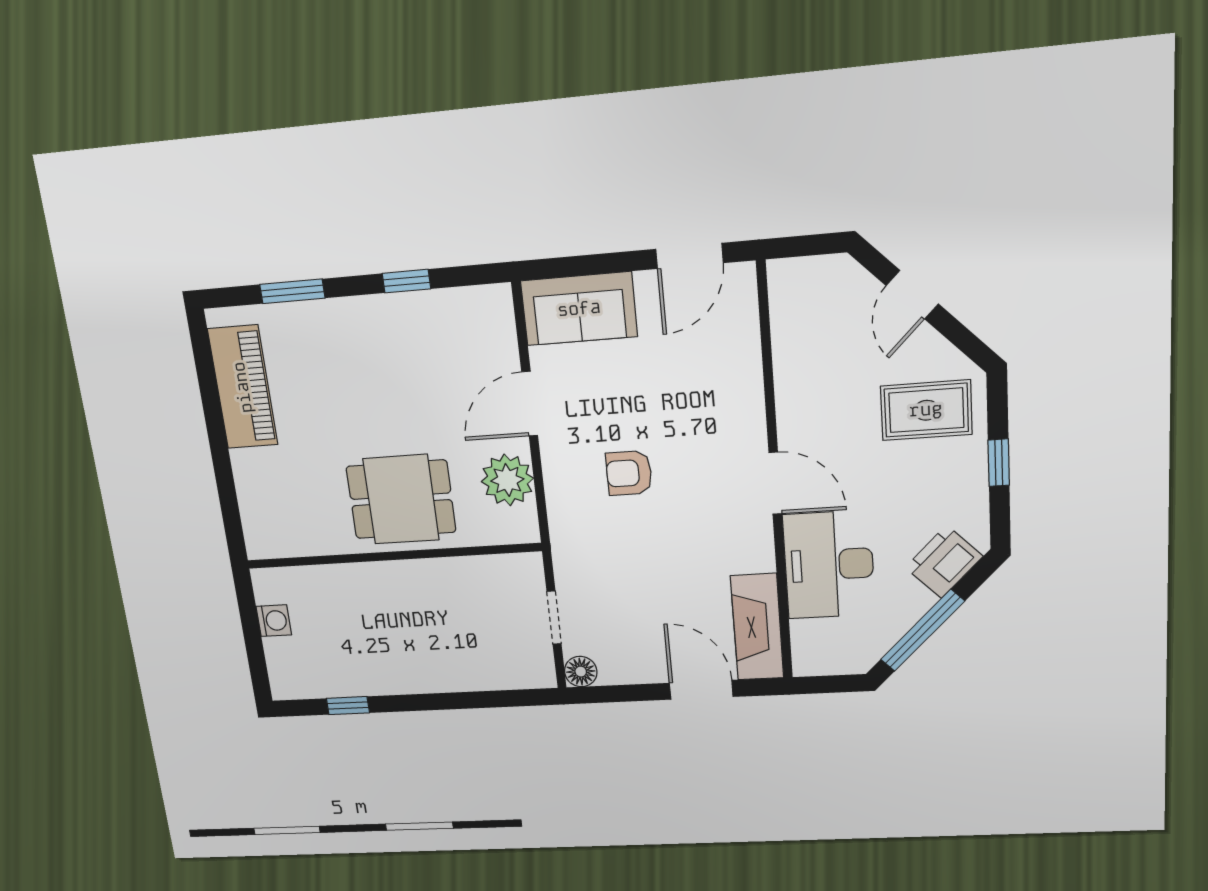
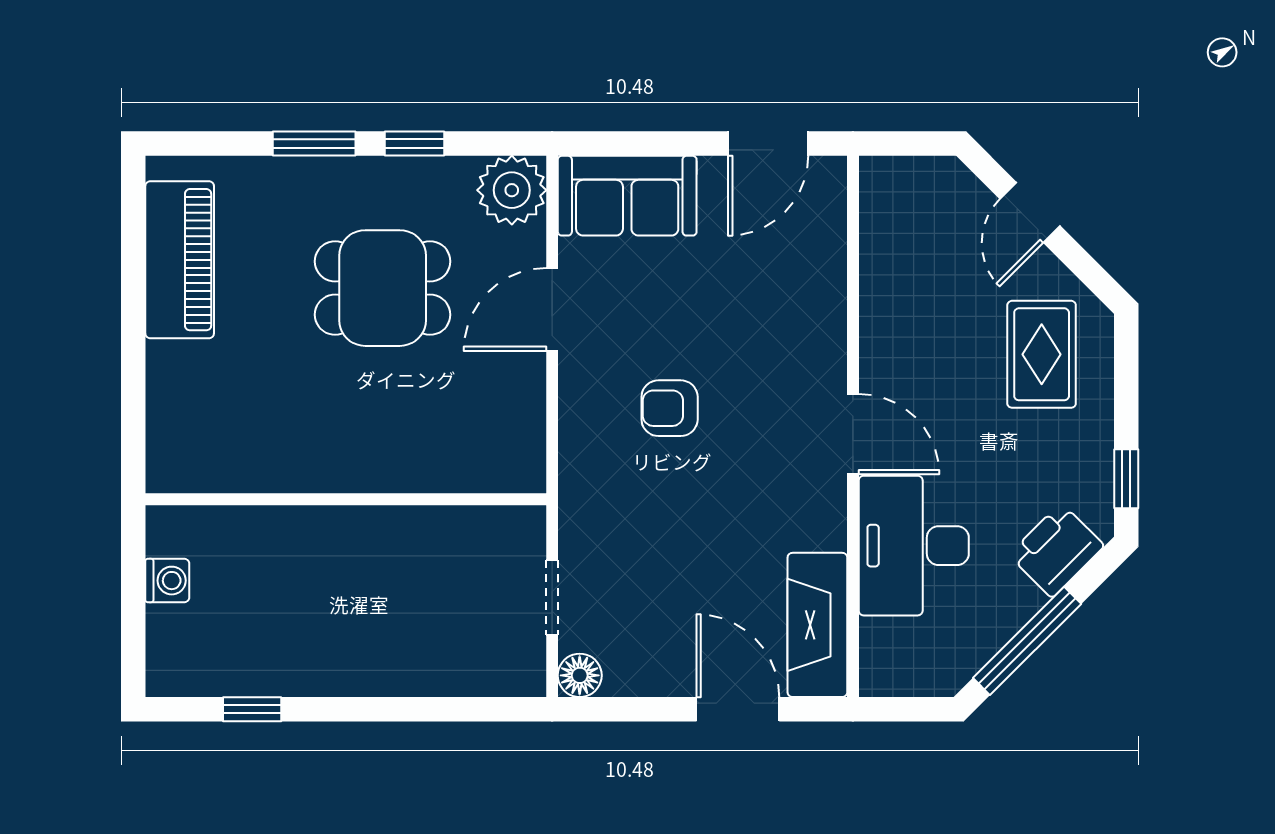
window: (292, 291) -> (314, 144), moved
rug: (926, 410) -> (1042, 354), turned 90
window: (999, 463) -> (1126, 479), moved
plant: (507, 480) -> (512, 190), moved
dining table: (401, 499) -> (383, 288), moved

